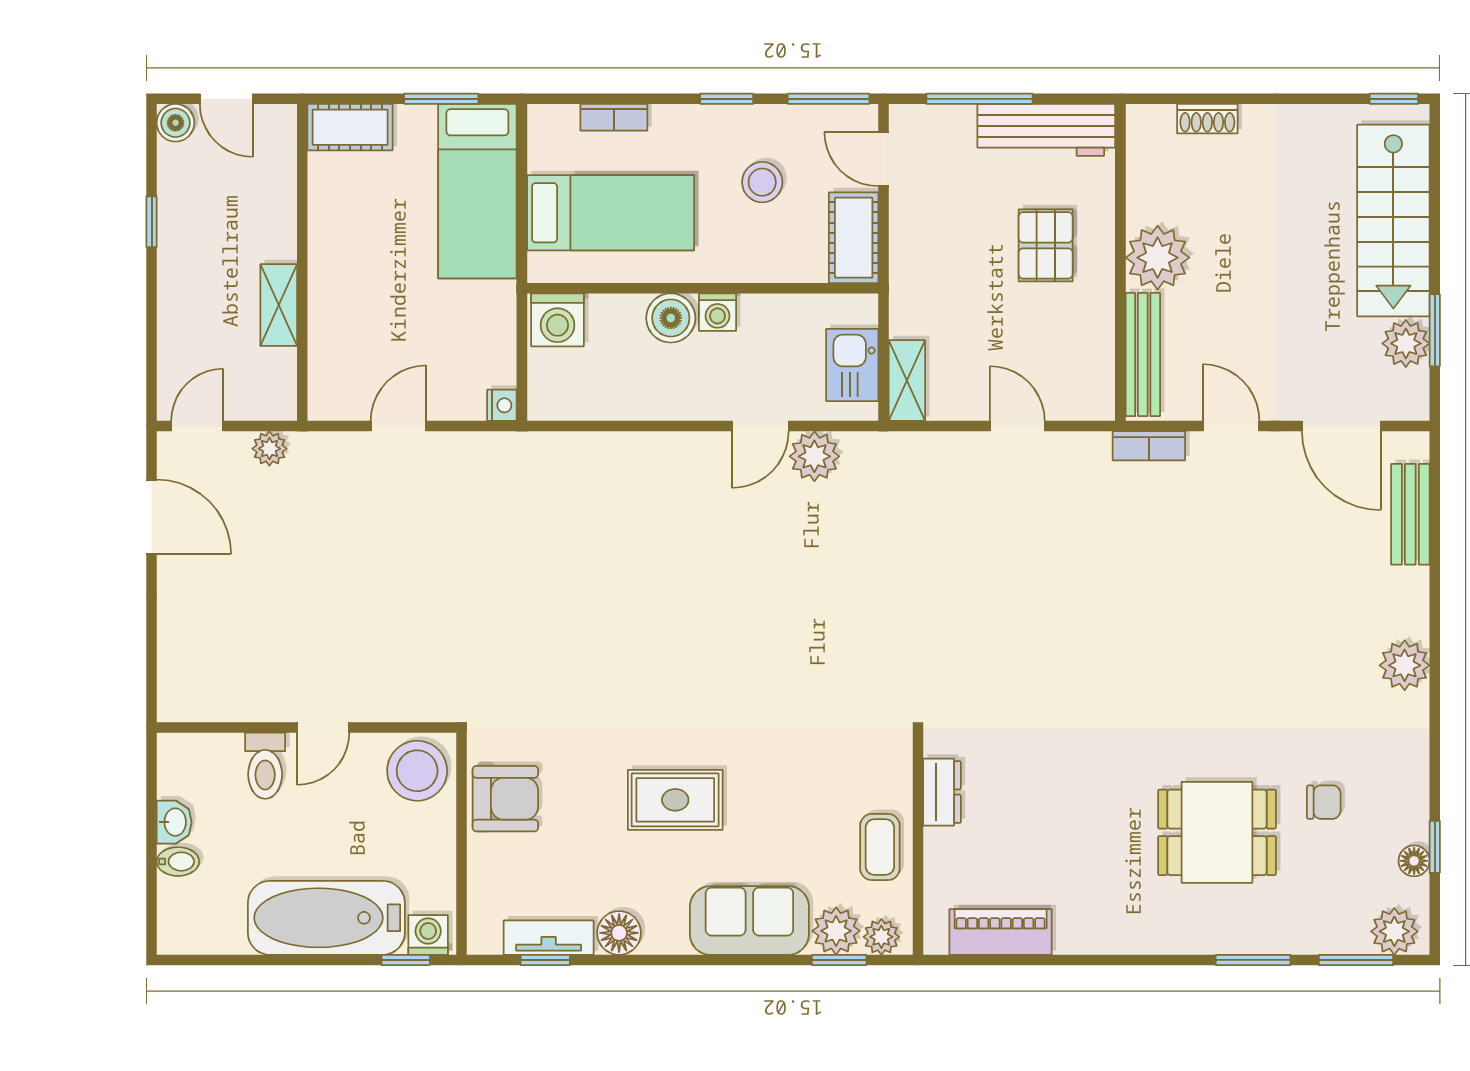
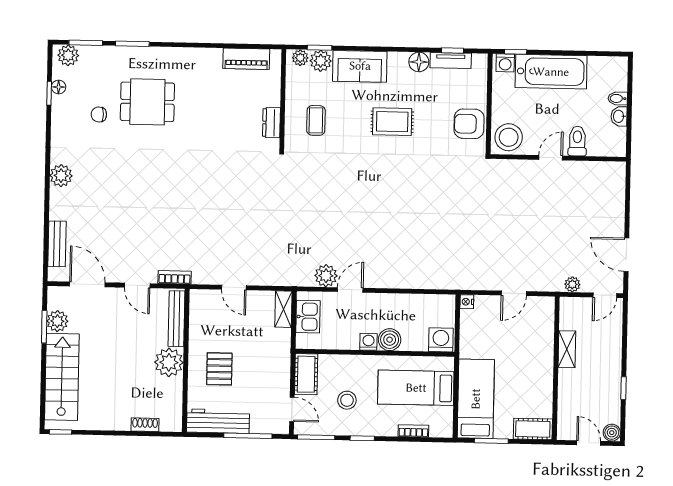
coffee table: (880, 847) -> (316, 120), moved

